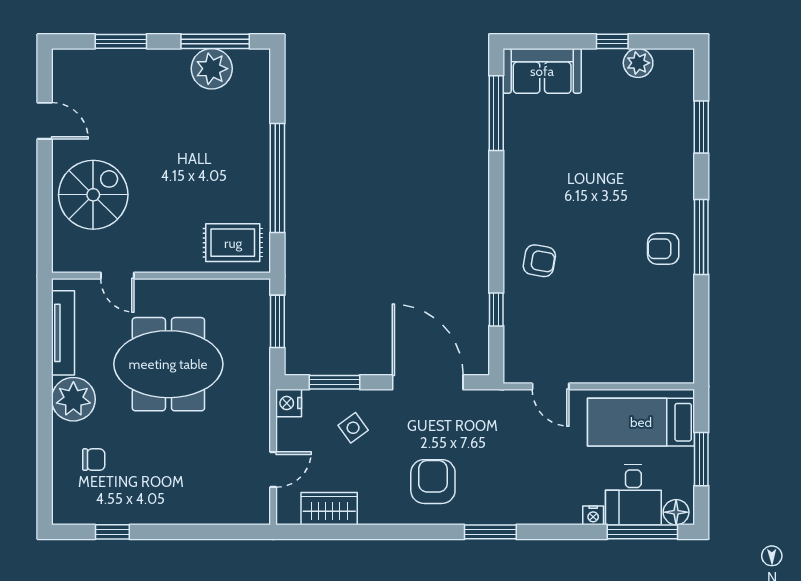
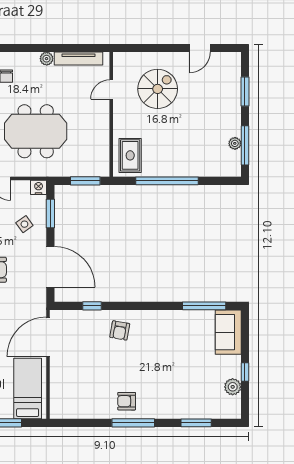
plant: (212, 69) -> (235, 143), width x0.53, depth x0.53
spiral stairs: (93, 195) -> (158, 89), moved, turned -90
armchair: (663, 249) -> (127, 401), turned -90
meeting table: (168, 364) -> (36, 131), moved, turned 90
door: (428, 382) -> (50, 267), hinge flipped
door: (551, 386) -> (48, 337), width x1.87
plant: (73, 399) -> (47, 59), width x0.53, depth x0.53

